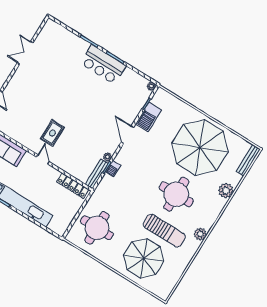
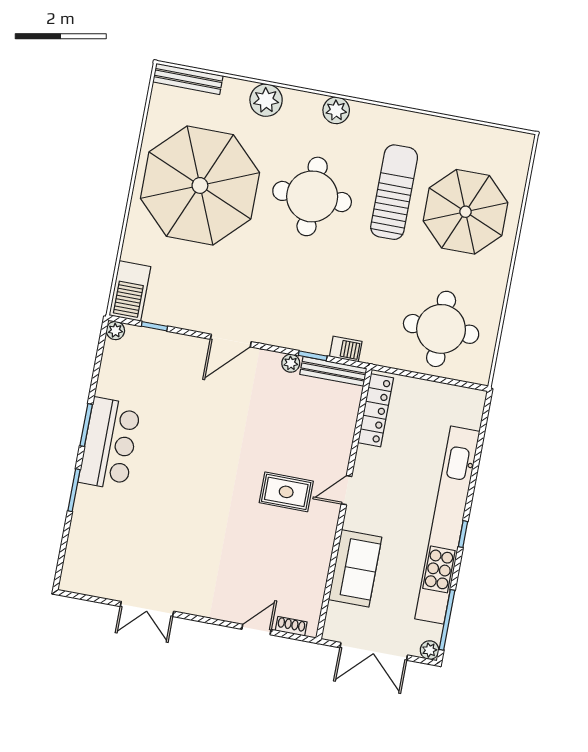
barbecue: (148, 117) -> (130, 291), moved, turned 90
barbecue: (113, 169) -> (346, 349), moved
plant: (200, 234) -> (336, 110), moved

